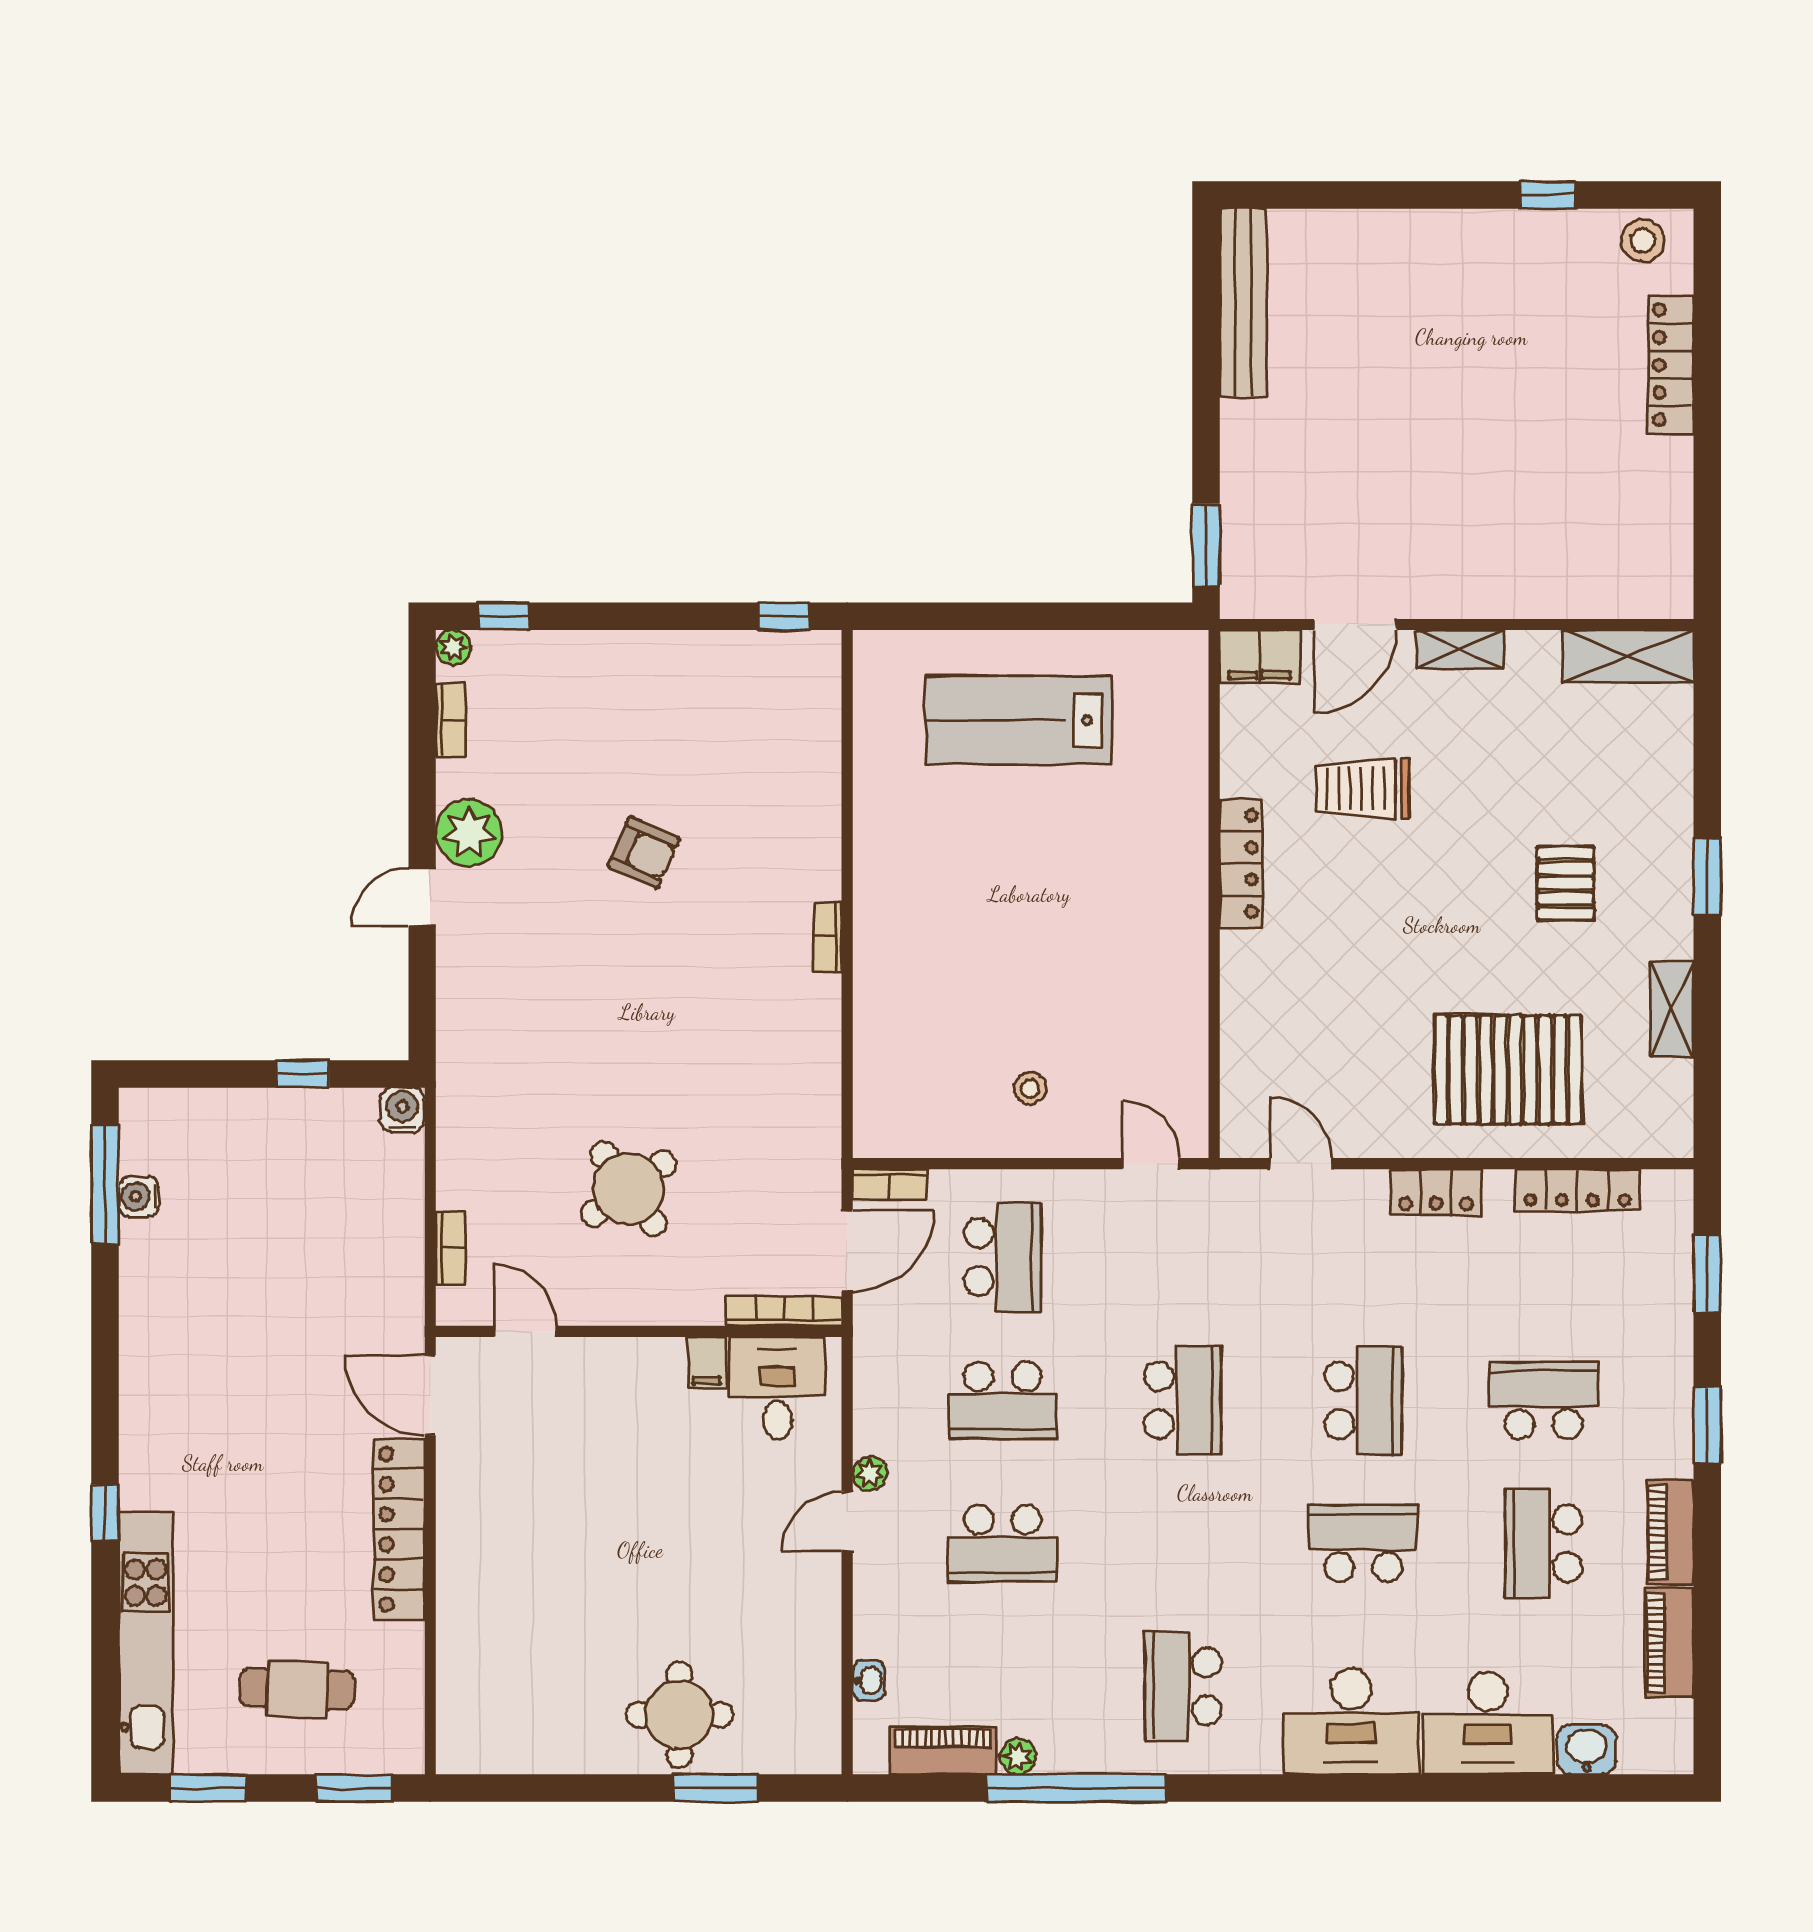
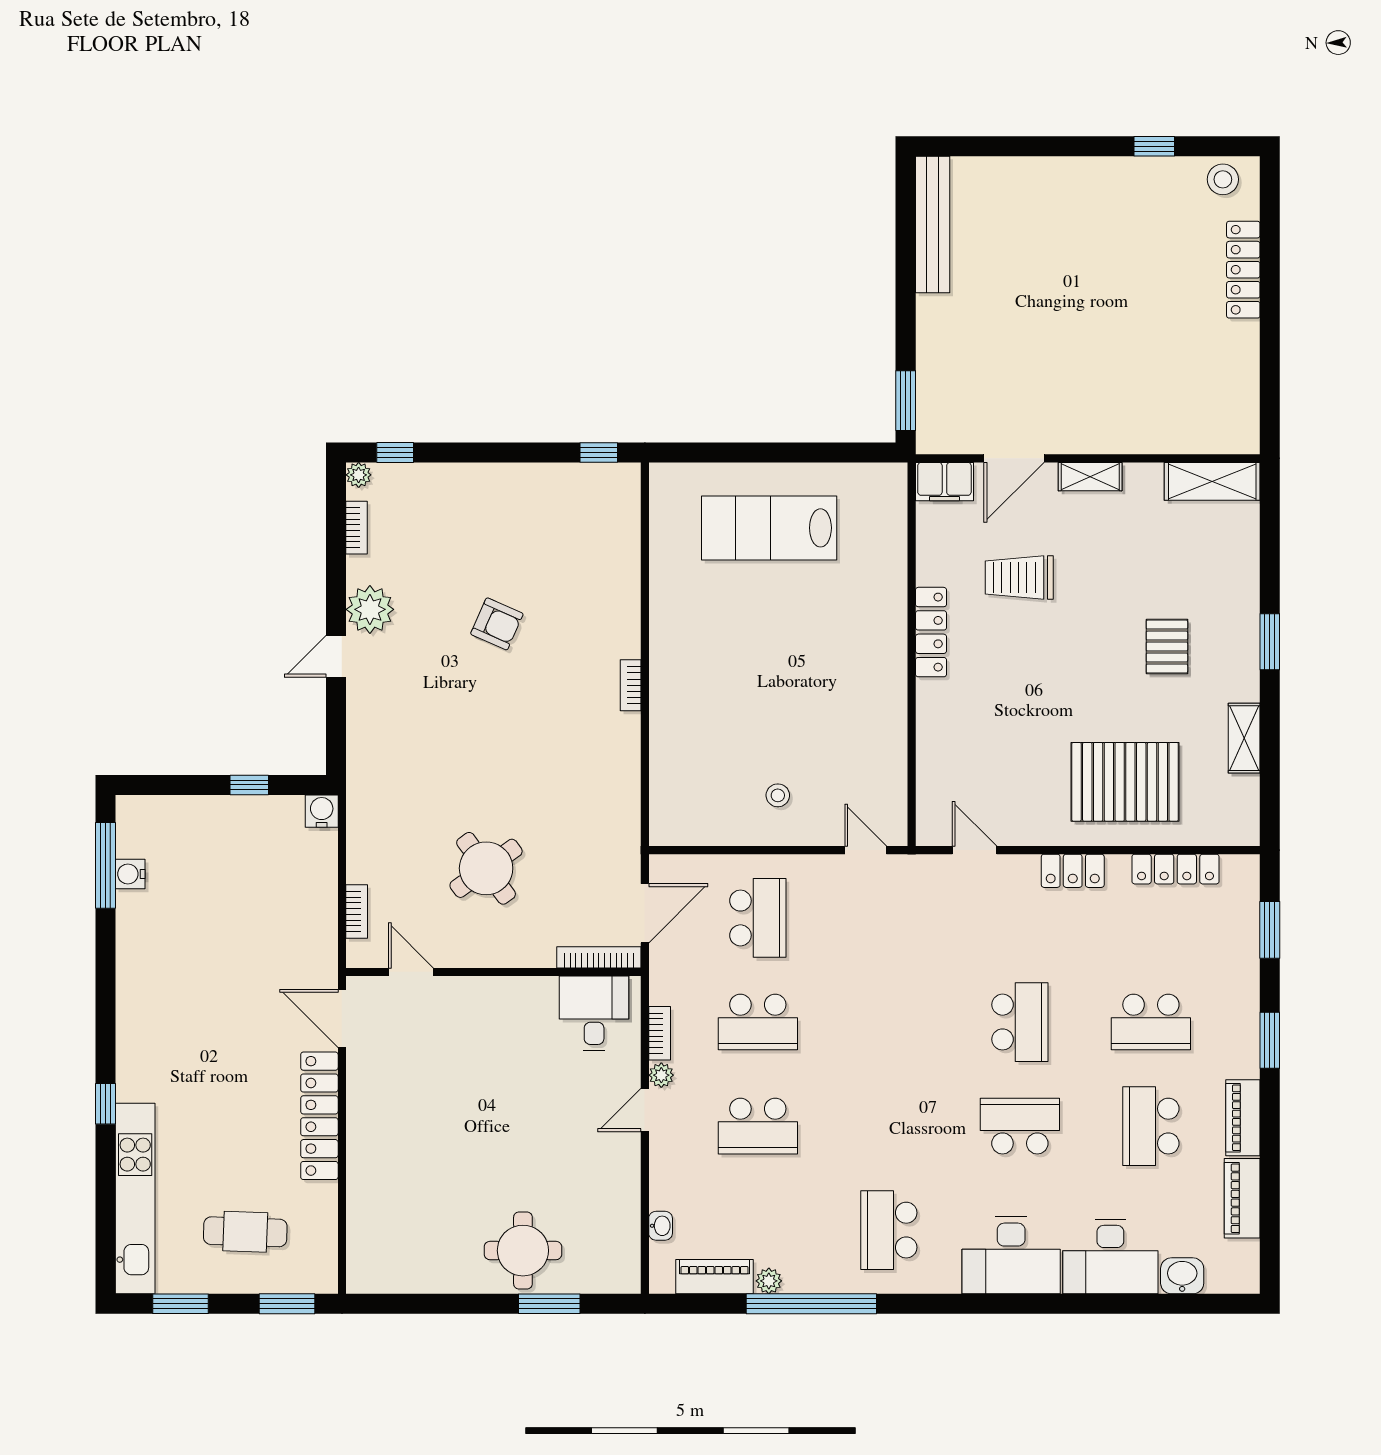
bookcase: (890, 1184) -> (660, 1033), moved, turned -90
filing cabinet: (707, 1363) -> (543, 995), removed
school desk: (1183, 1400) -> (889, 1022), removed
school desk: (1544, 1400) -> (1151, 1022), turned 180

